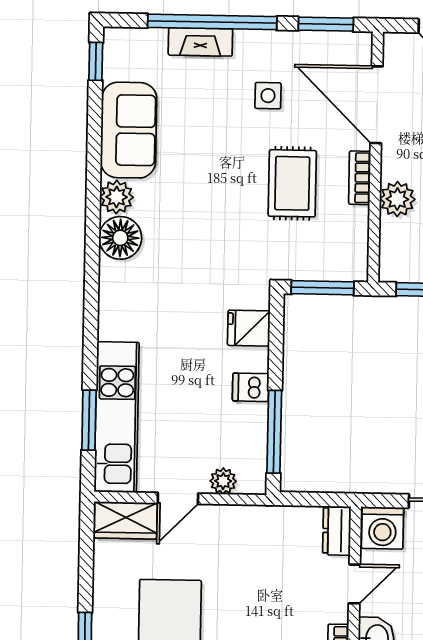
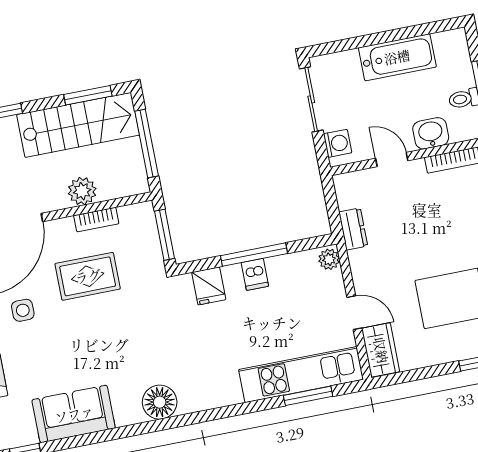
bookcase: (360, 178) -> (96, 220), moved
plant: (117, 197) -> (128, 412), removed
window: (274, 432) -> (254, 255), moved
plant: (223, 481) -> (329, 259), moved
washing machine: (382, 528) -> (338, 143), width x0.73, depth x0.73
dresser: (337, 531) -> (353, 229), moved, turned -90

